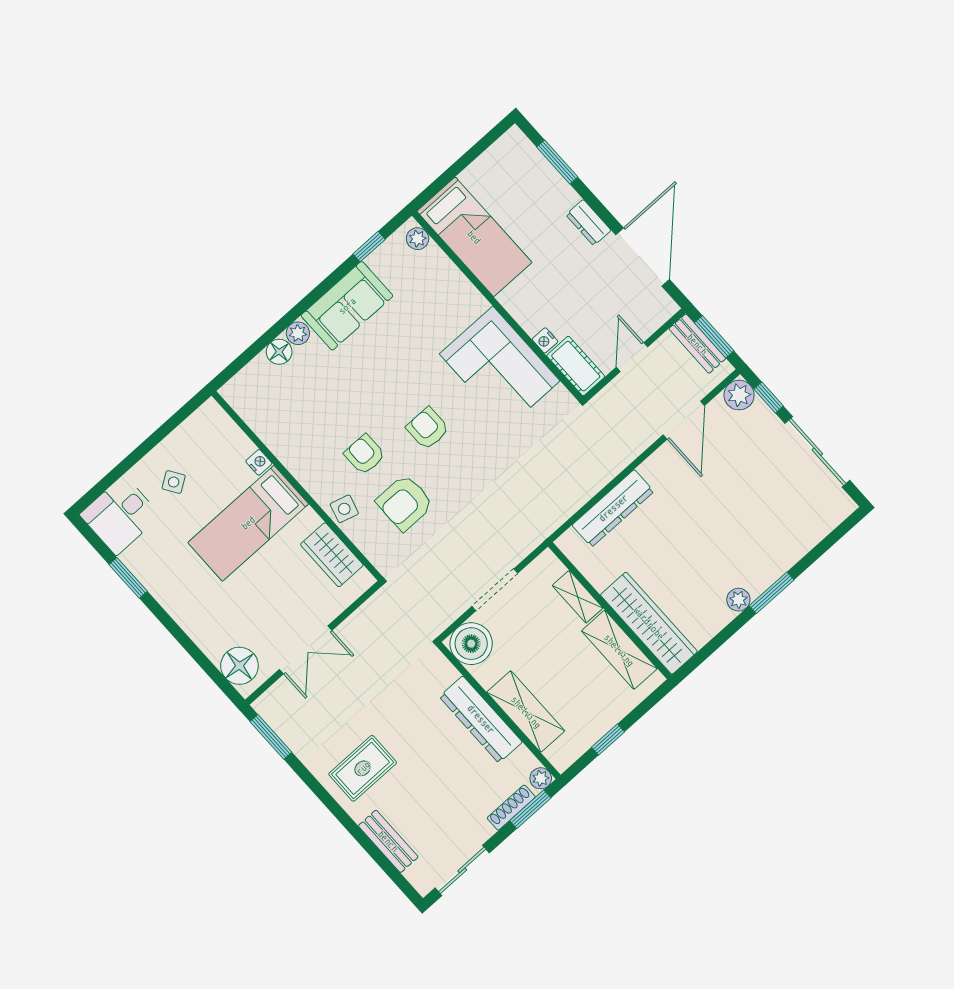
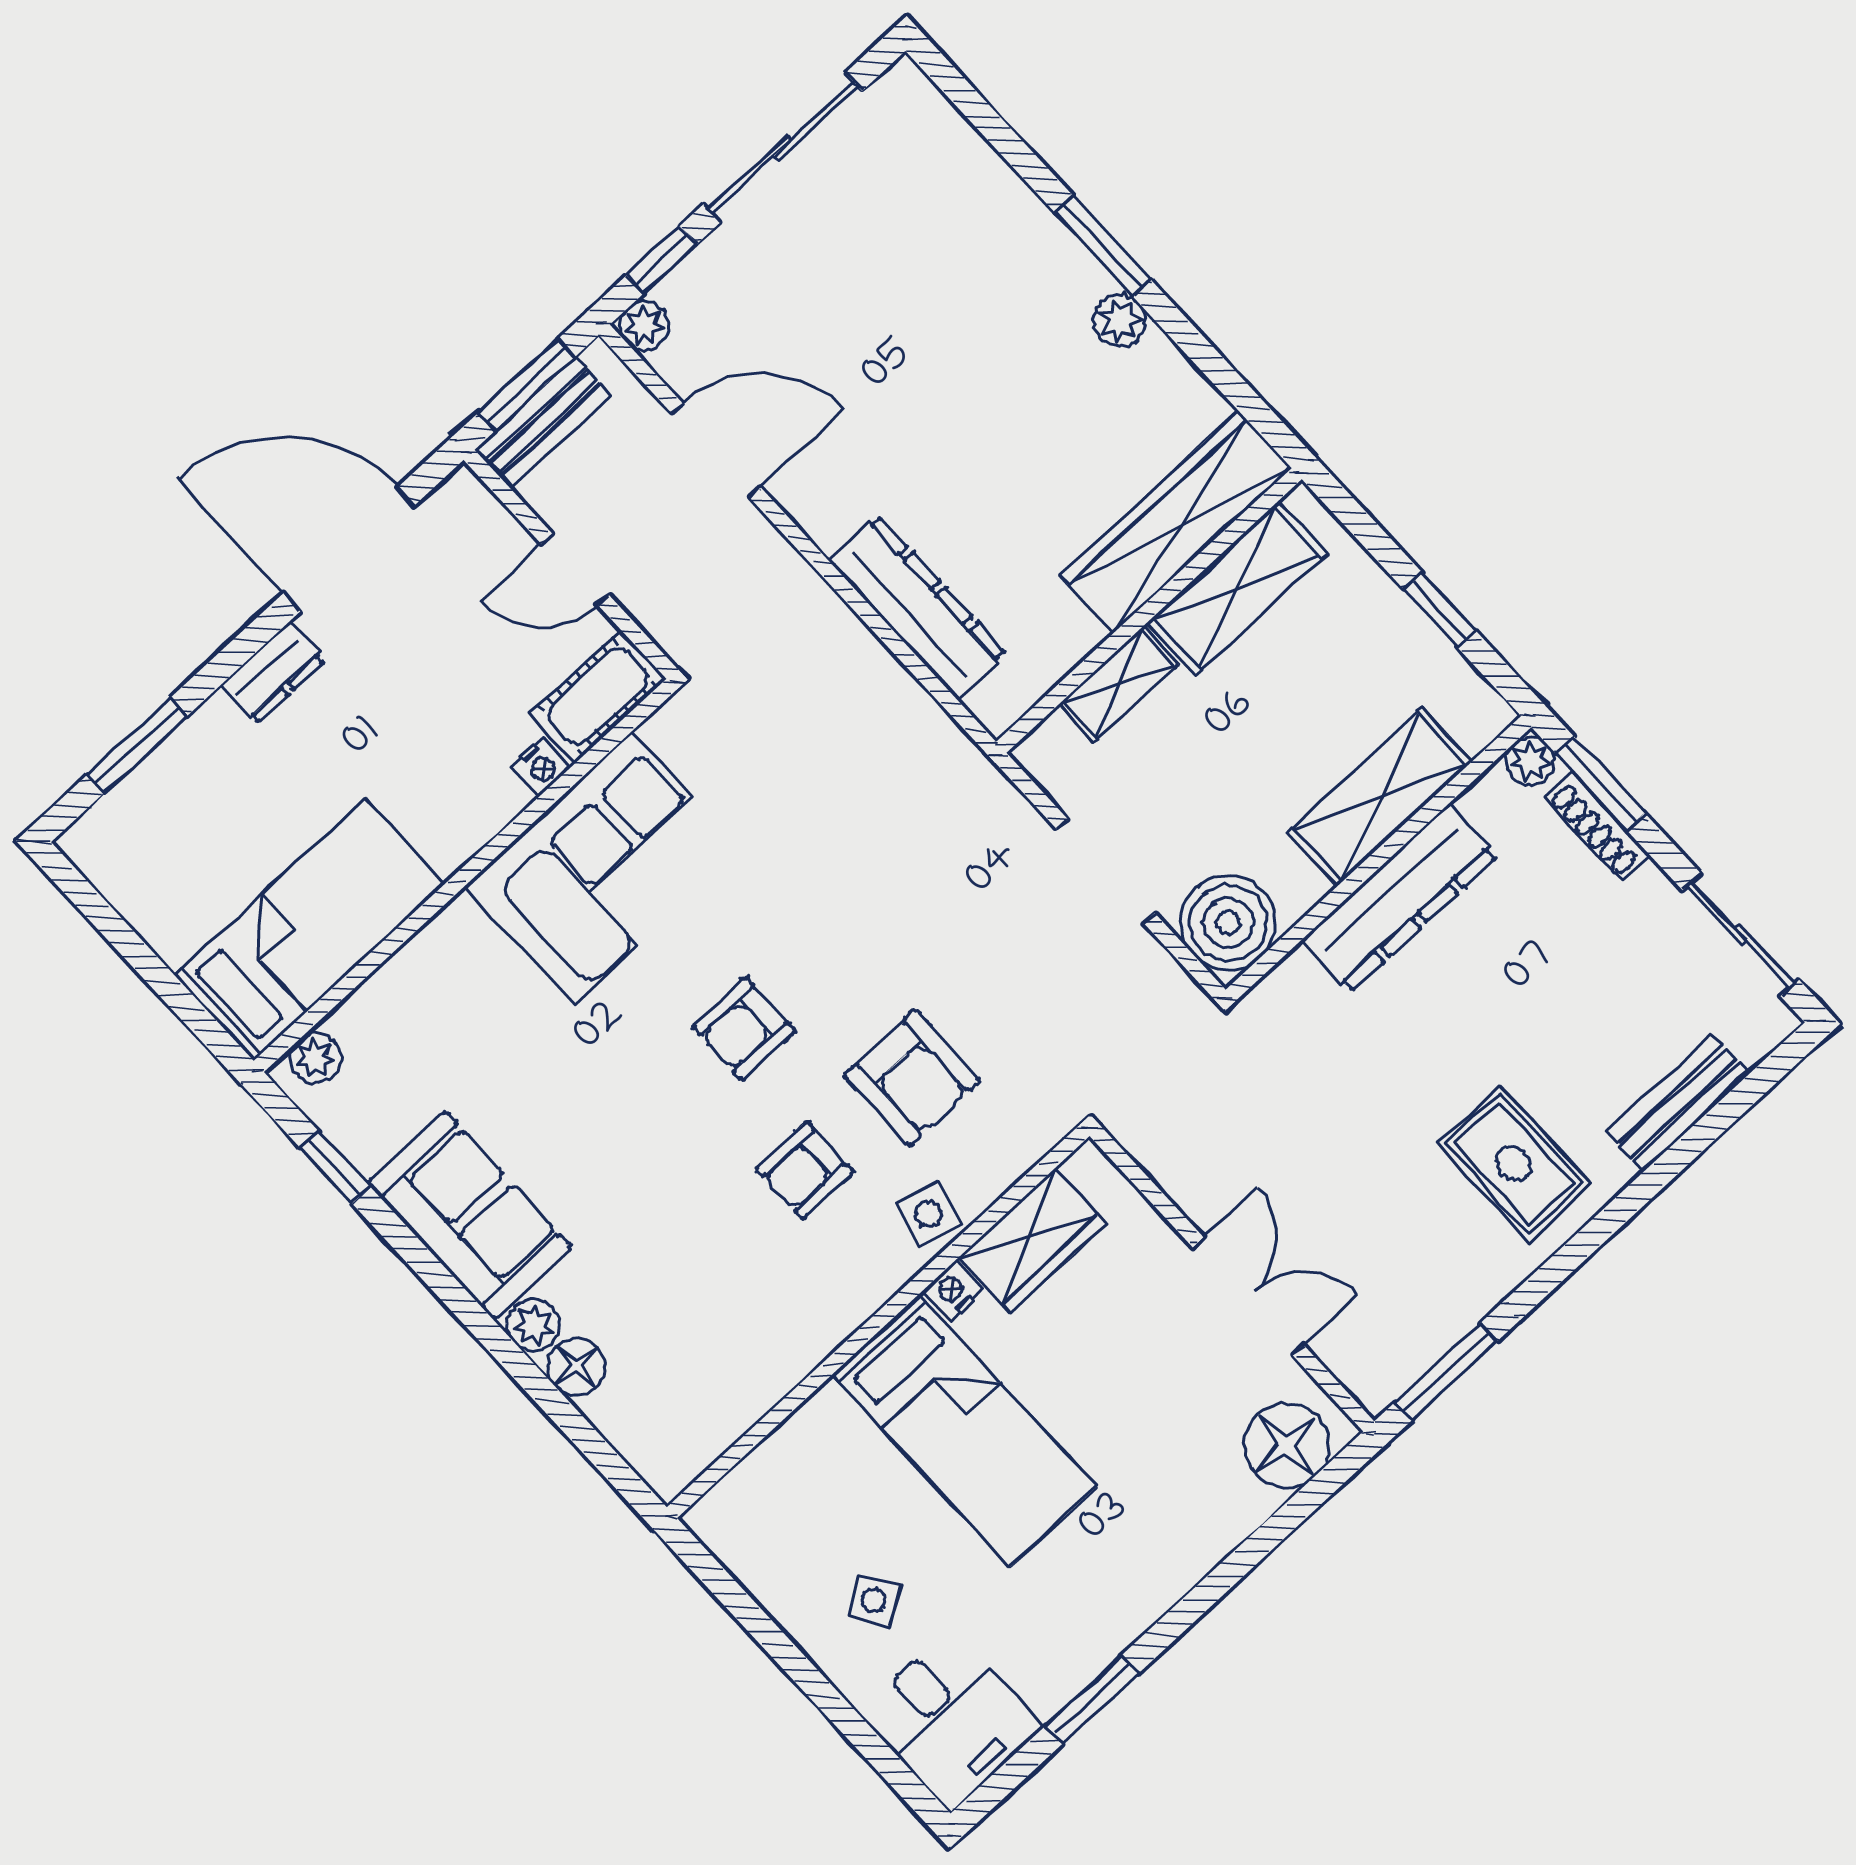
plant: (739, 395) -> (644, 326), width x0.73, depth x0.73
nightstand: (259, 462) -> (953, 1291), moved

